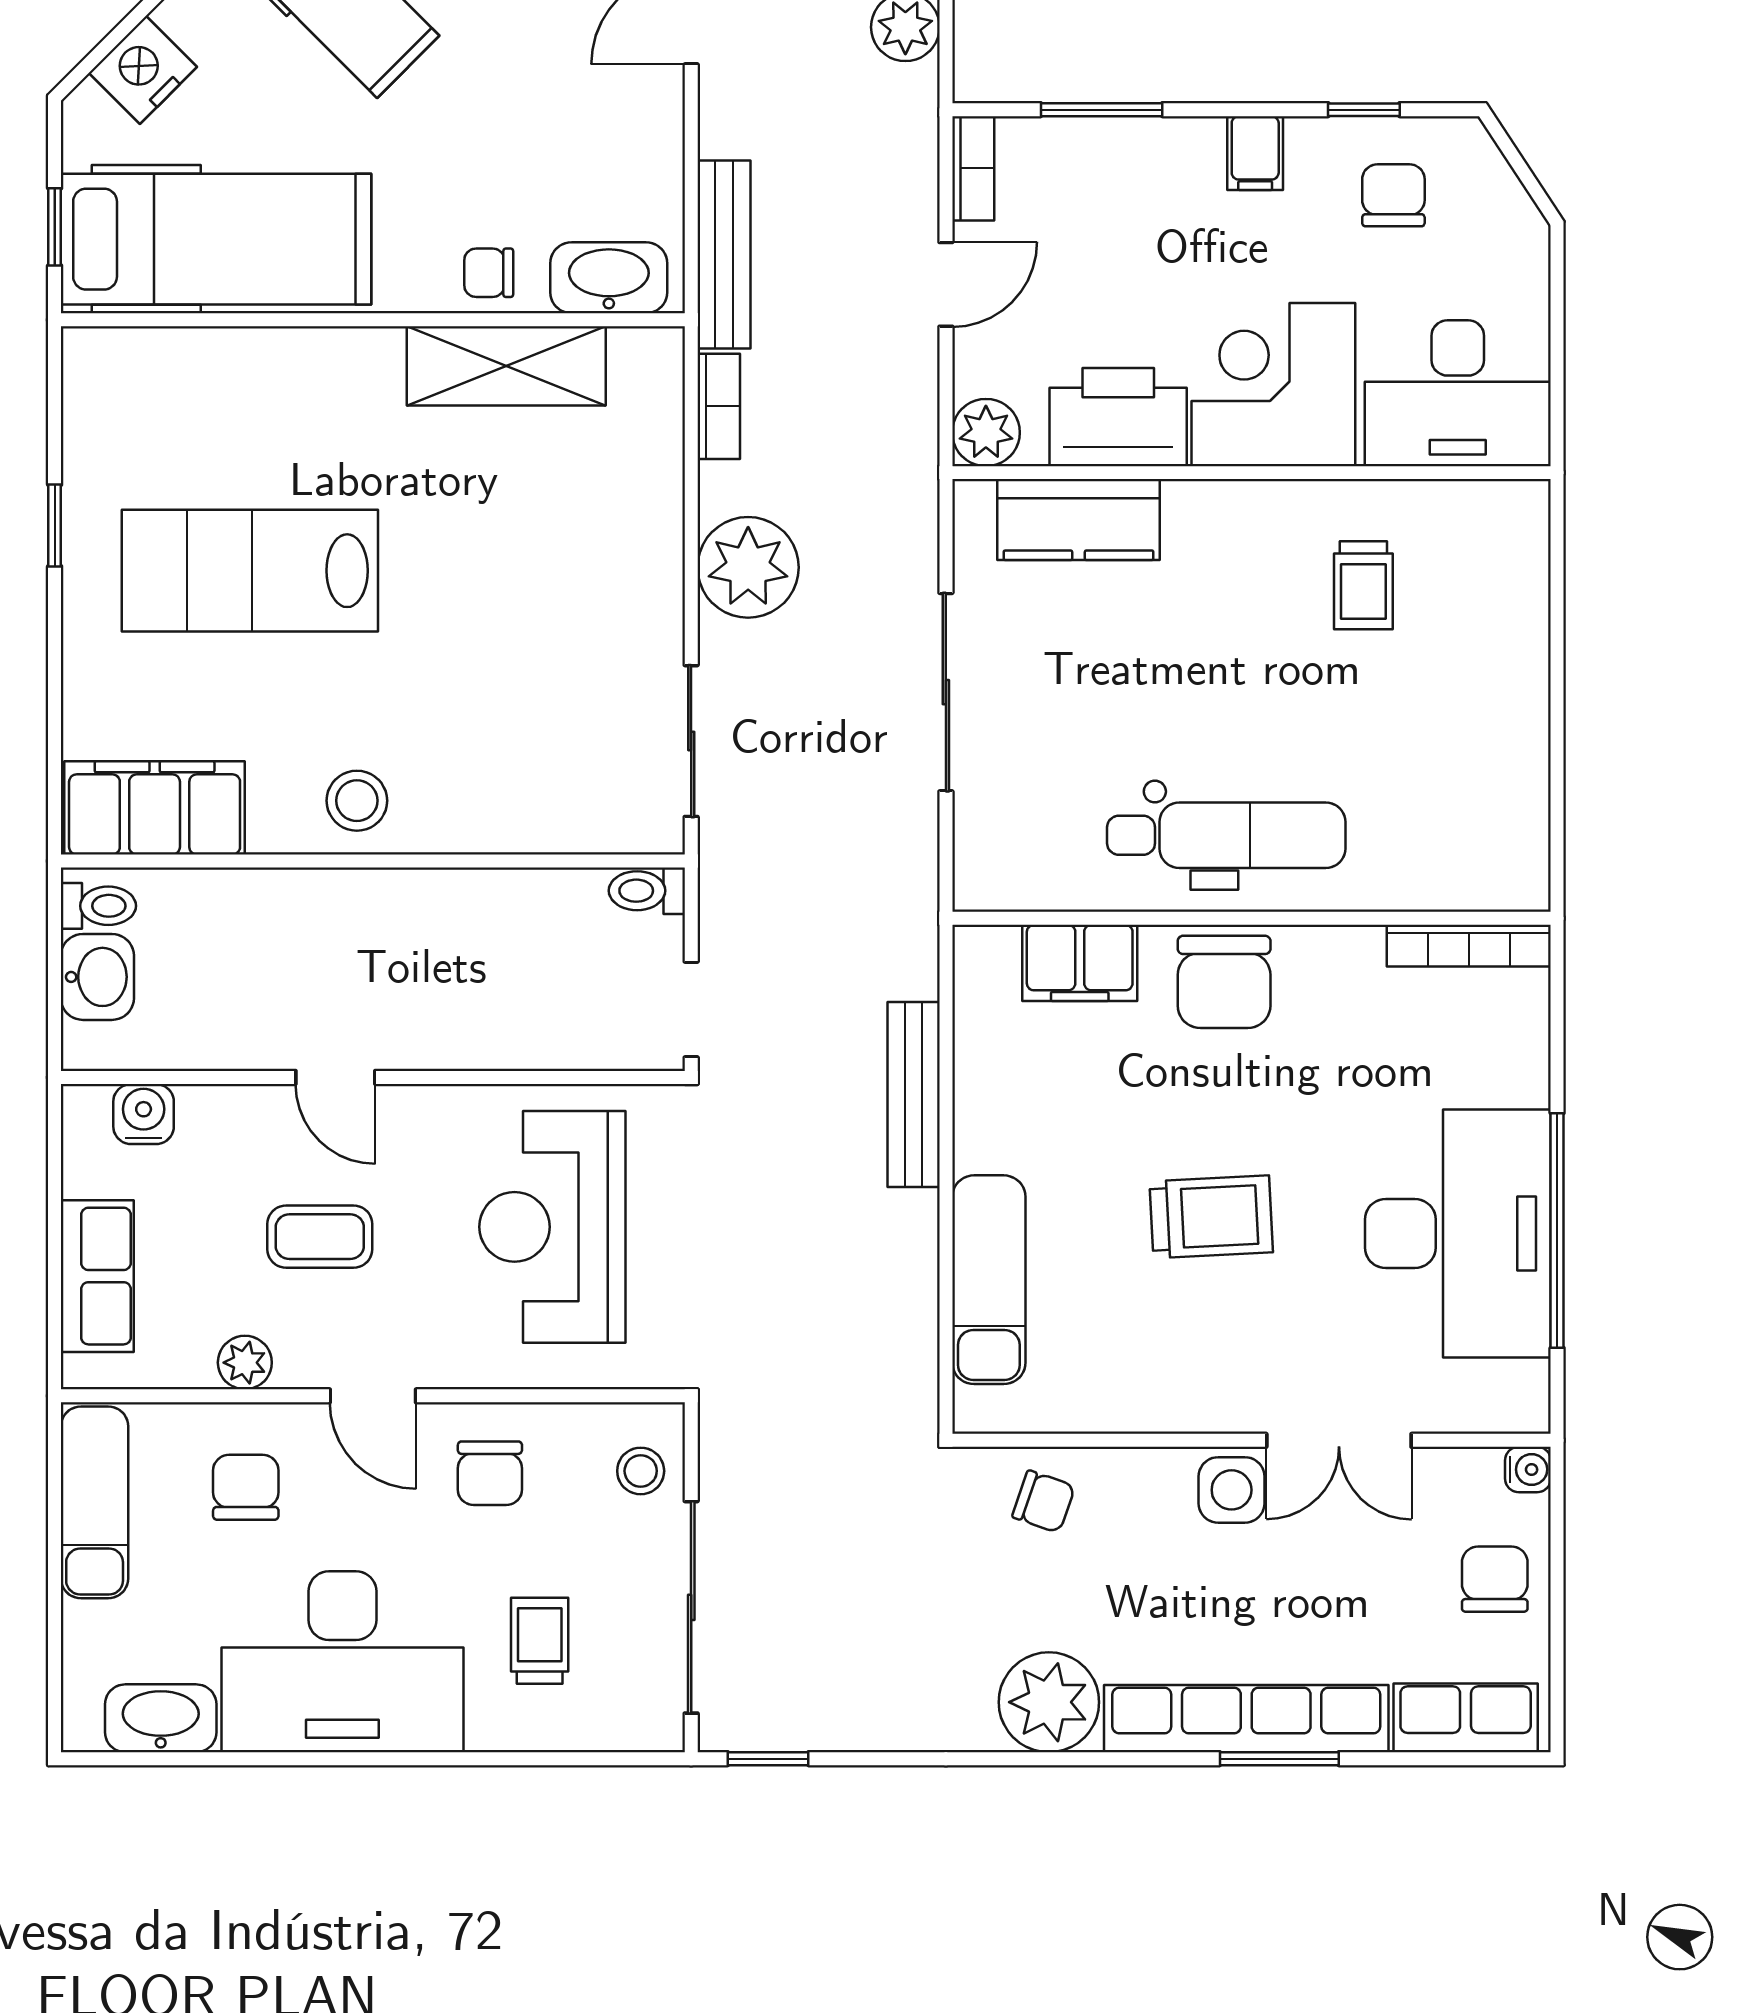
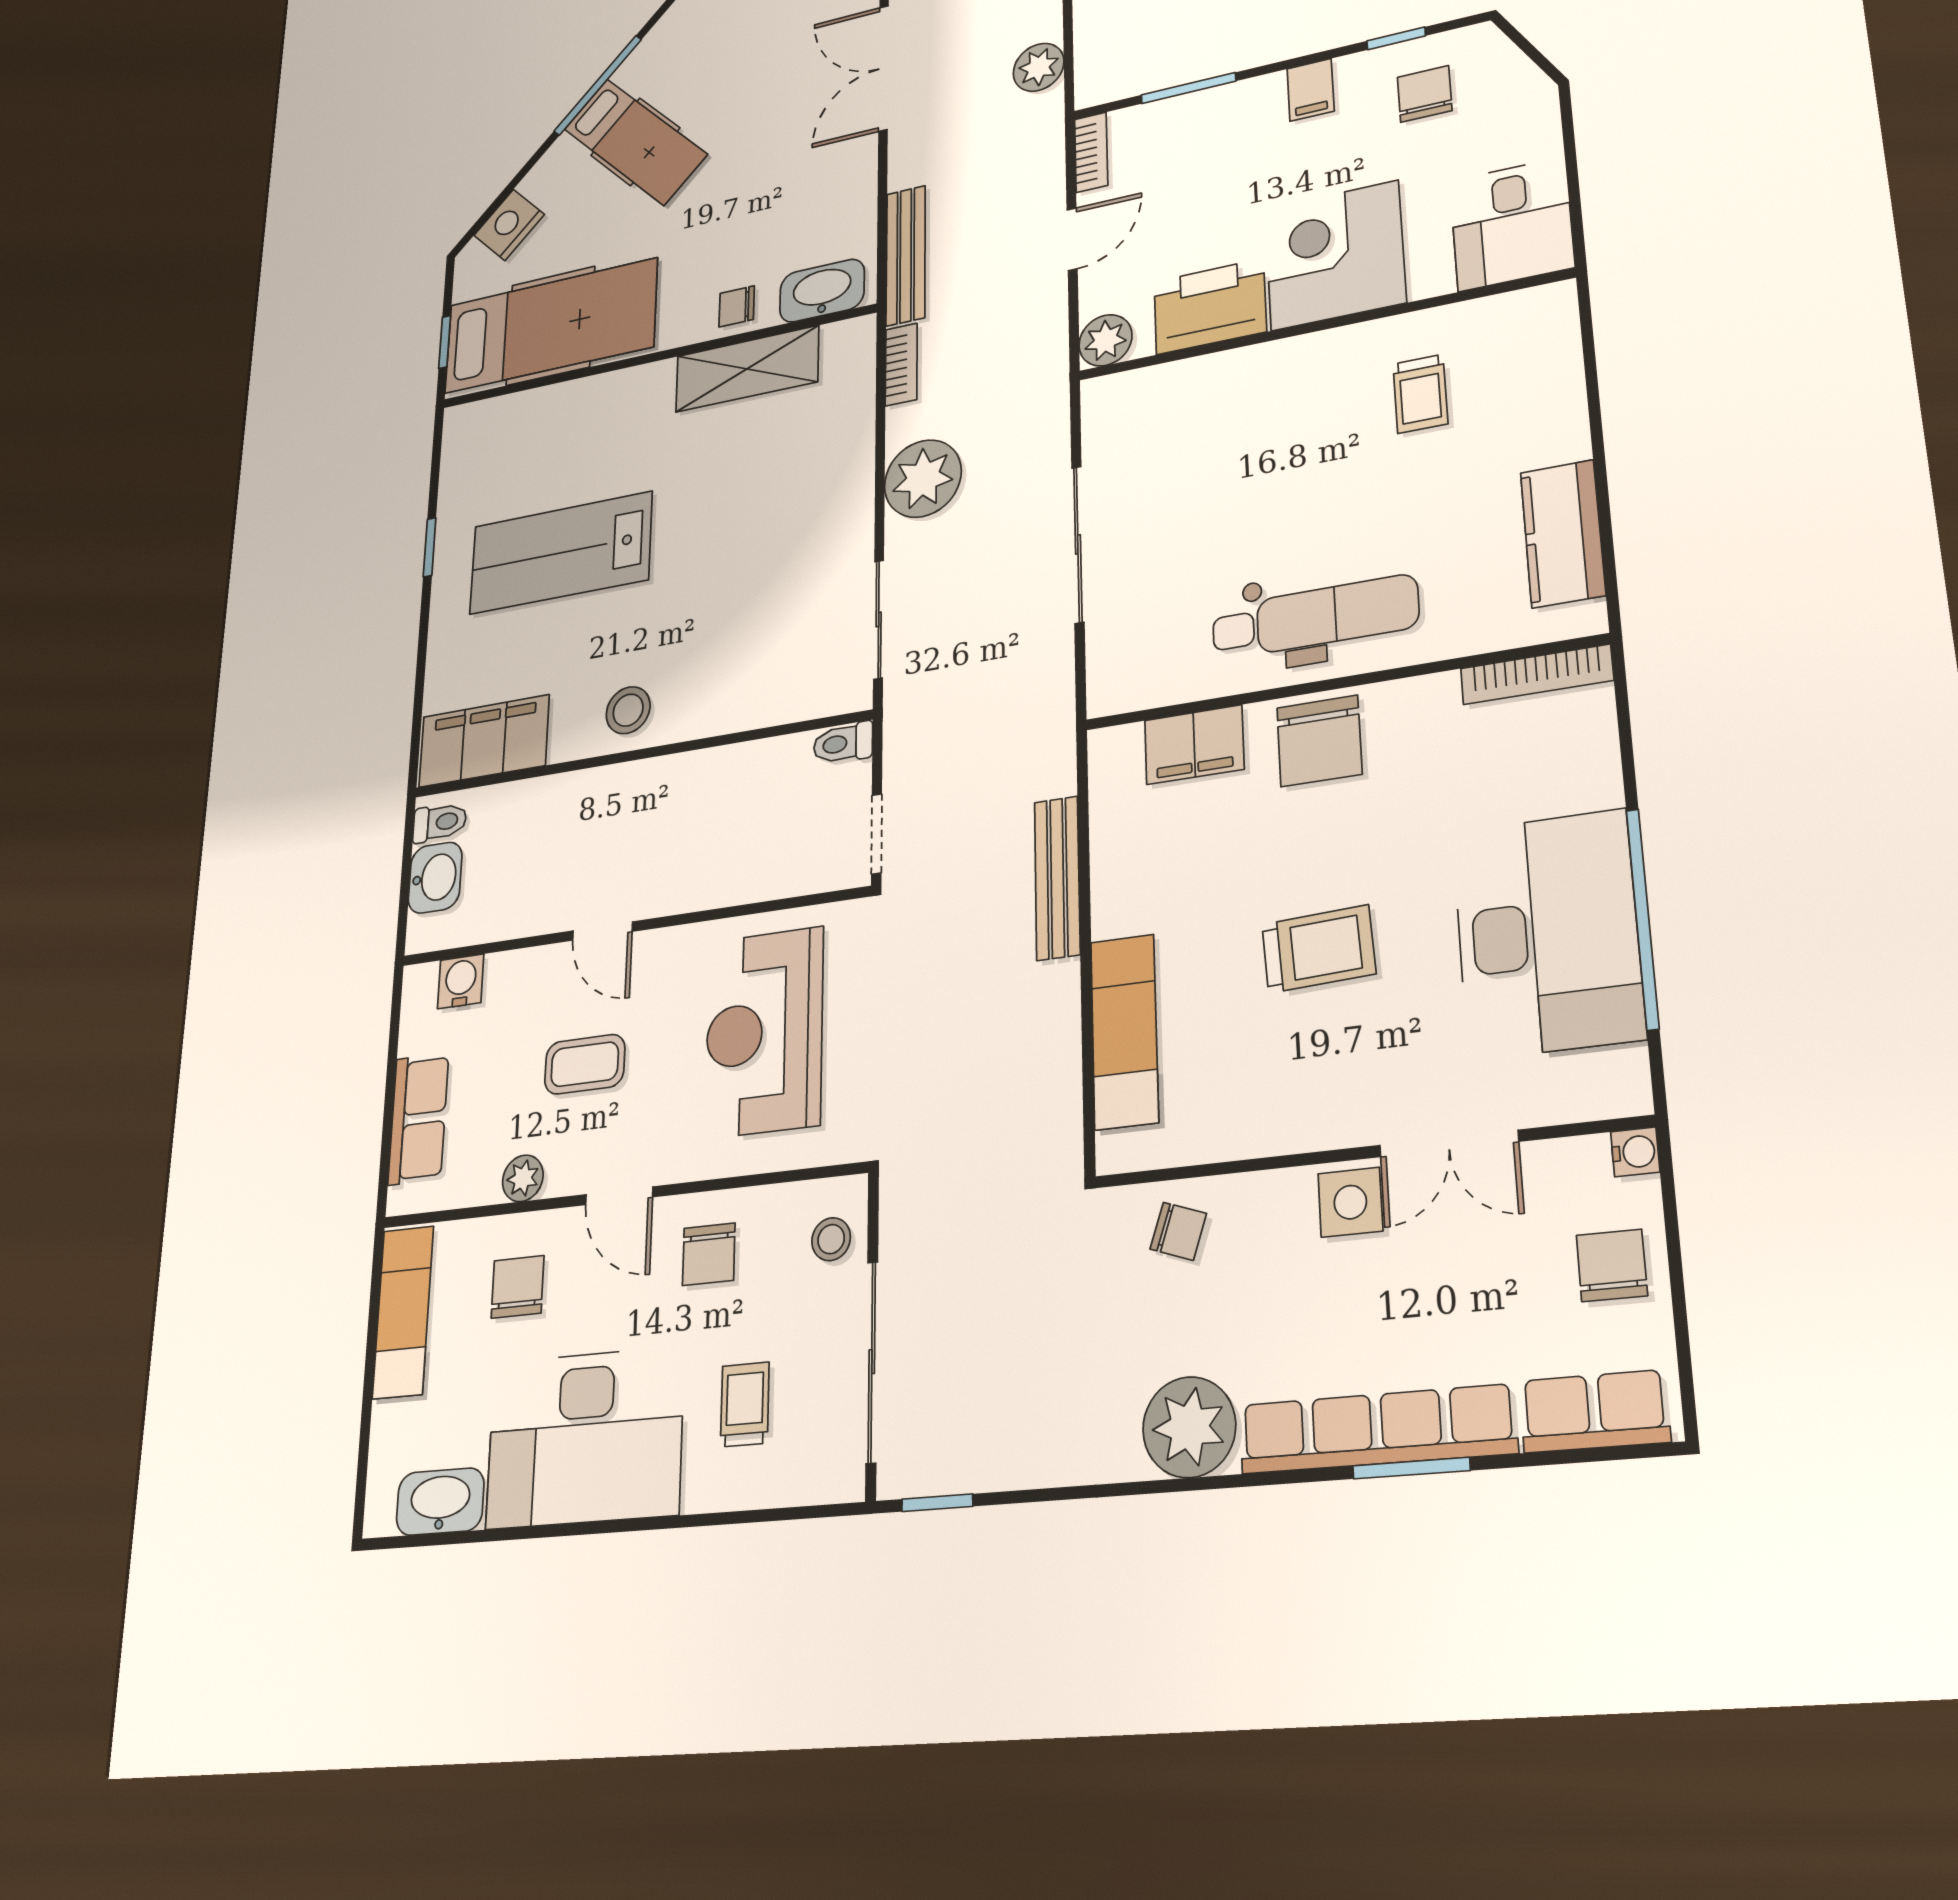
desk: (1458, 393) -> (1512, 224), width x0.73
kitchen counter: (1079, 520) -> (1563, 534), moved, turned 90

